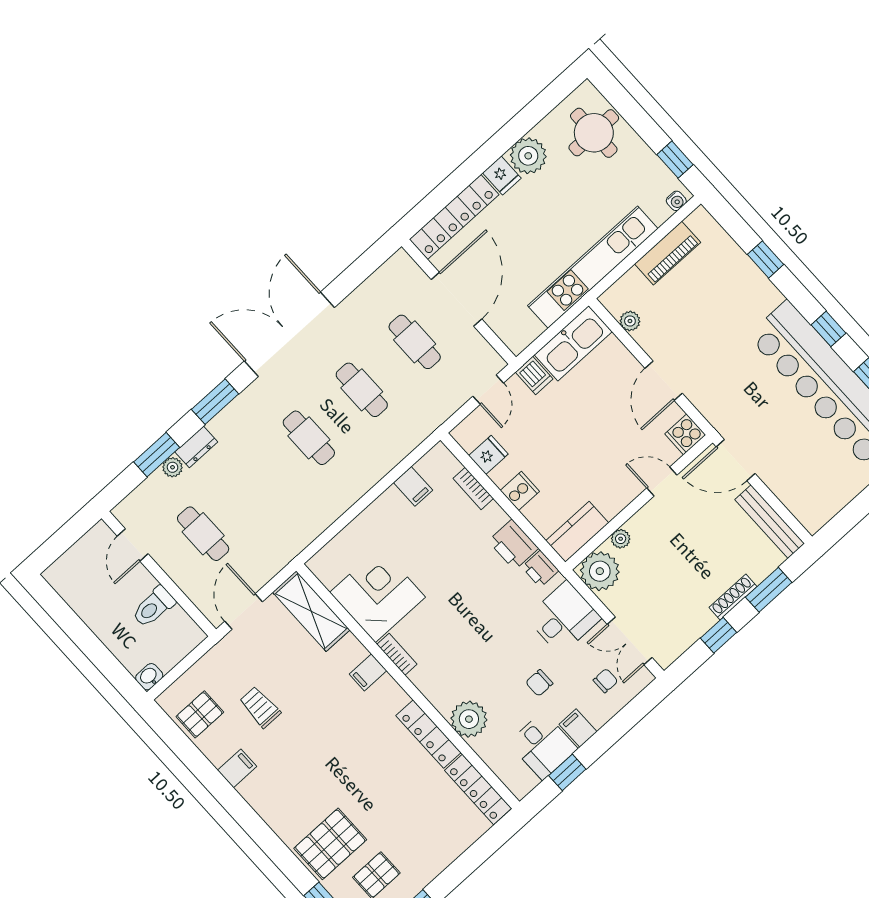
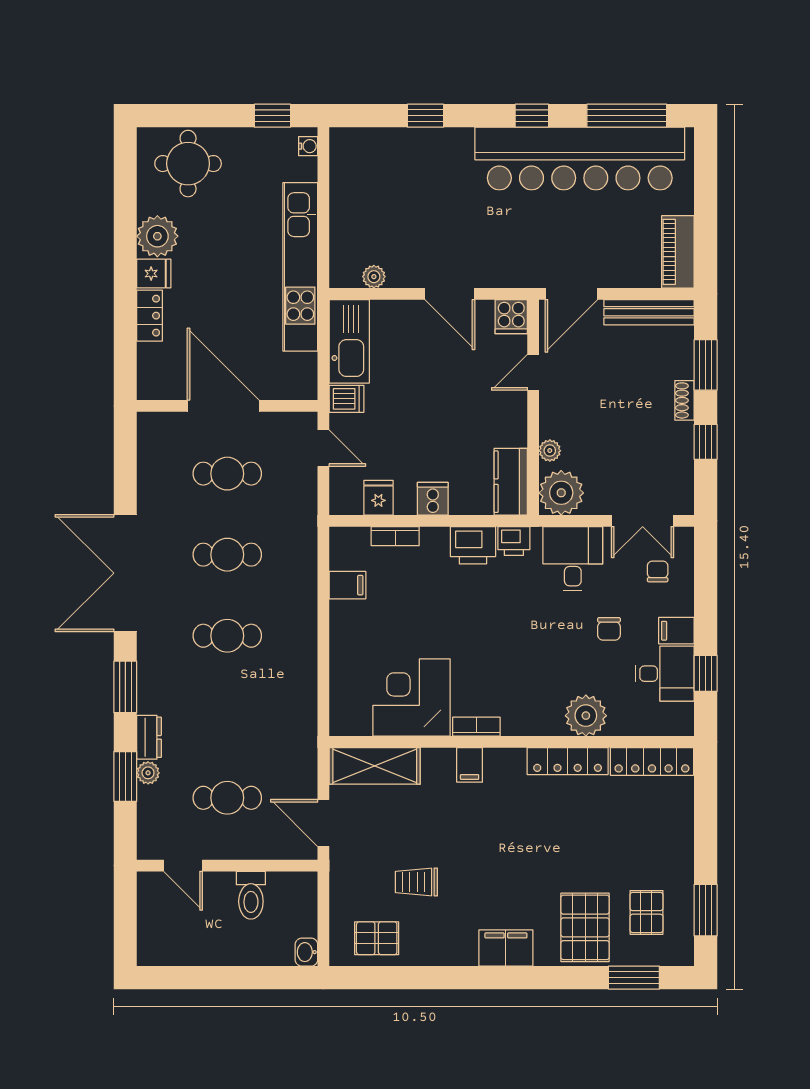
locker: (454, 217) -> (150, 316), width x0.46, depth x0.83
piano: (668, 253) -> (678, 252), moved, turned 180
shoe rack: (733, 597) -> (684, 400), width x0.70
pallet: (200, 714) -> (377, 938), turned 90
filing cabinet: (237, 768) -> (506, 948), moved, width x2.00

